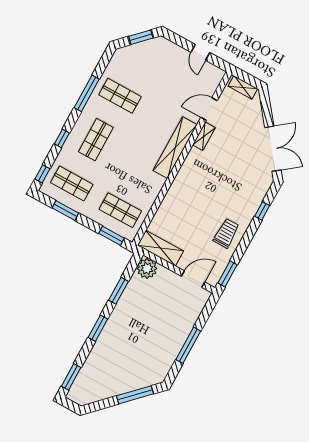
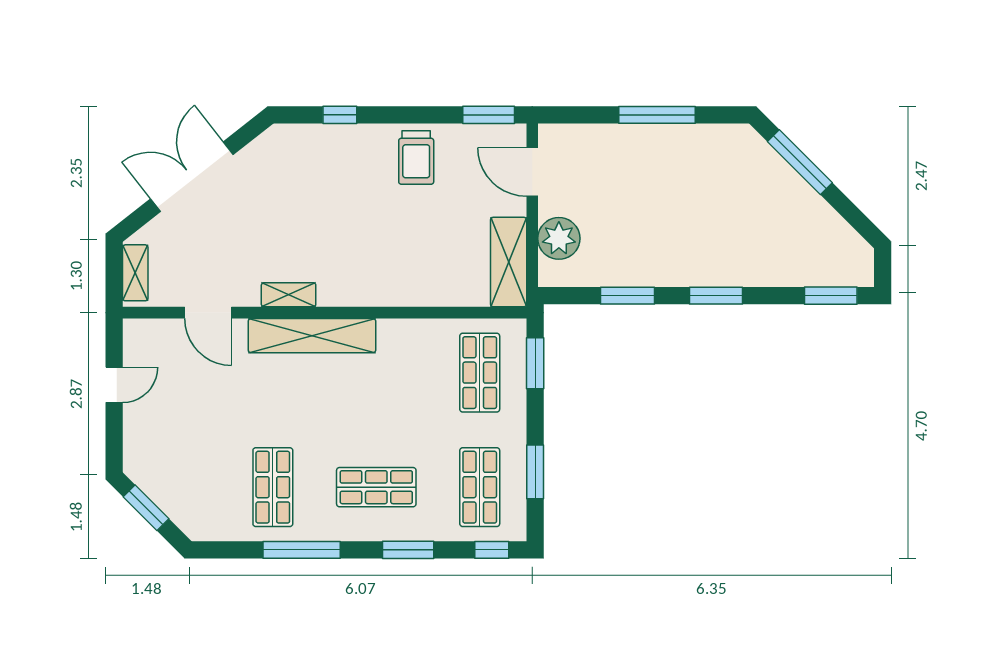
shelving: (204, 136) -> (289, 295), moved
window: (62, 138) -> (408, 550), width x1.50
double door: (273, 149) -> (192, 177), moved
trolley: (226, 233) -> (416, 157), turned -90
plant: (147, 268) -> (559, 238), moved

